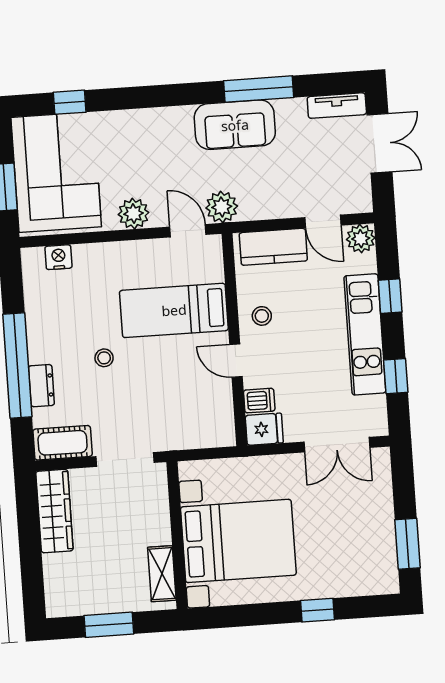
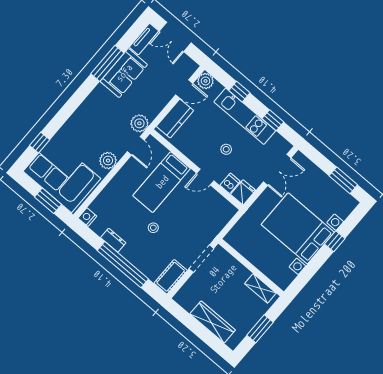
sofa: (235, 125) -> (124, 73), moved
double door: (379, 143) -> (175, 37), swing flipped
door: (188, 231) -> (136, 146), swing flipped
nightstand: (58, 257) -> (87, 217), moved
stool: (262, 316) -> (226, 149), moved
dresser: (41, 386) -> (113, 240), moved
wardrobe: (54, 511) -> (213, 322), moved
bed with nightstands: (238, 541) -> (298, 228), moved, turned -90

